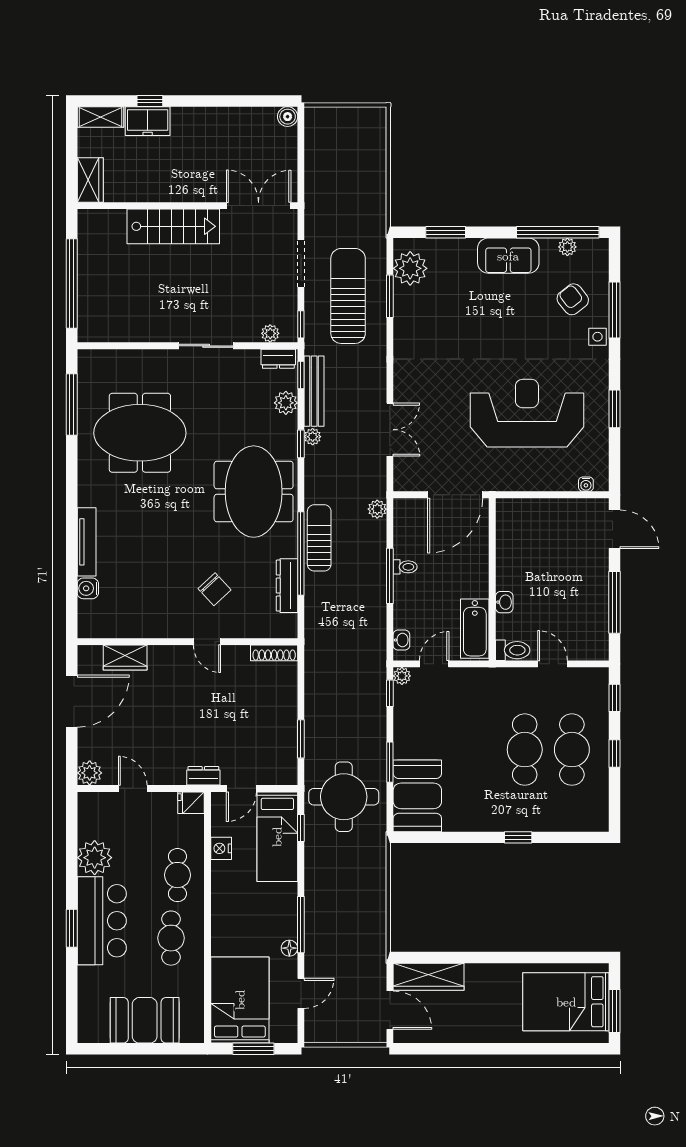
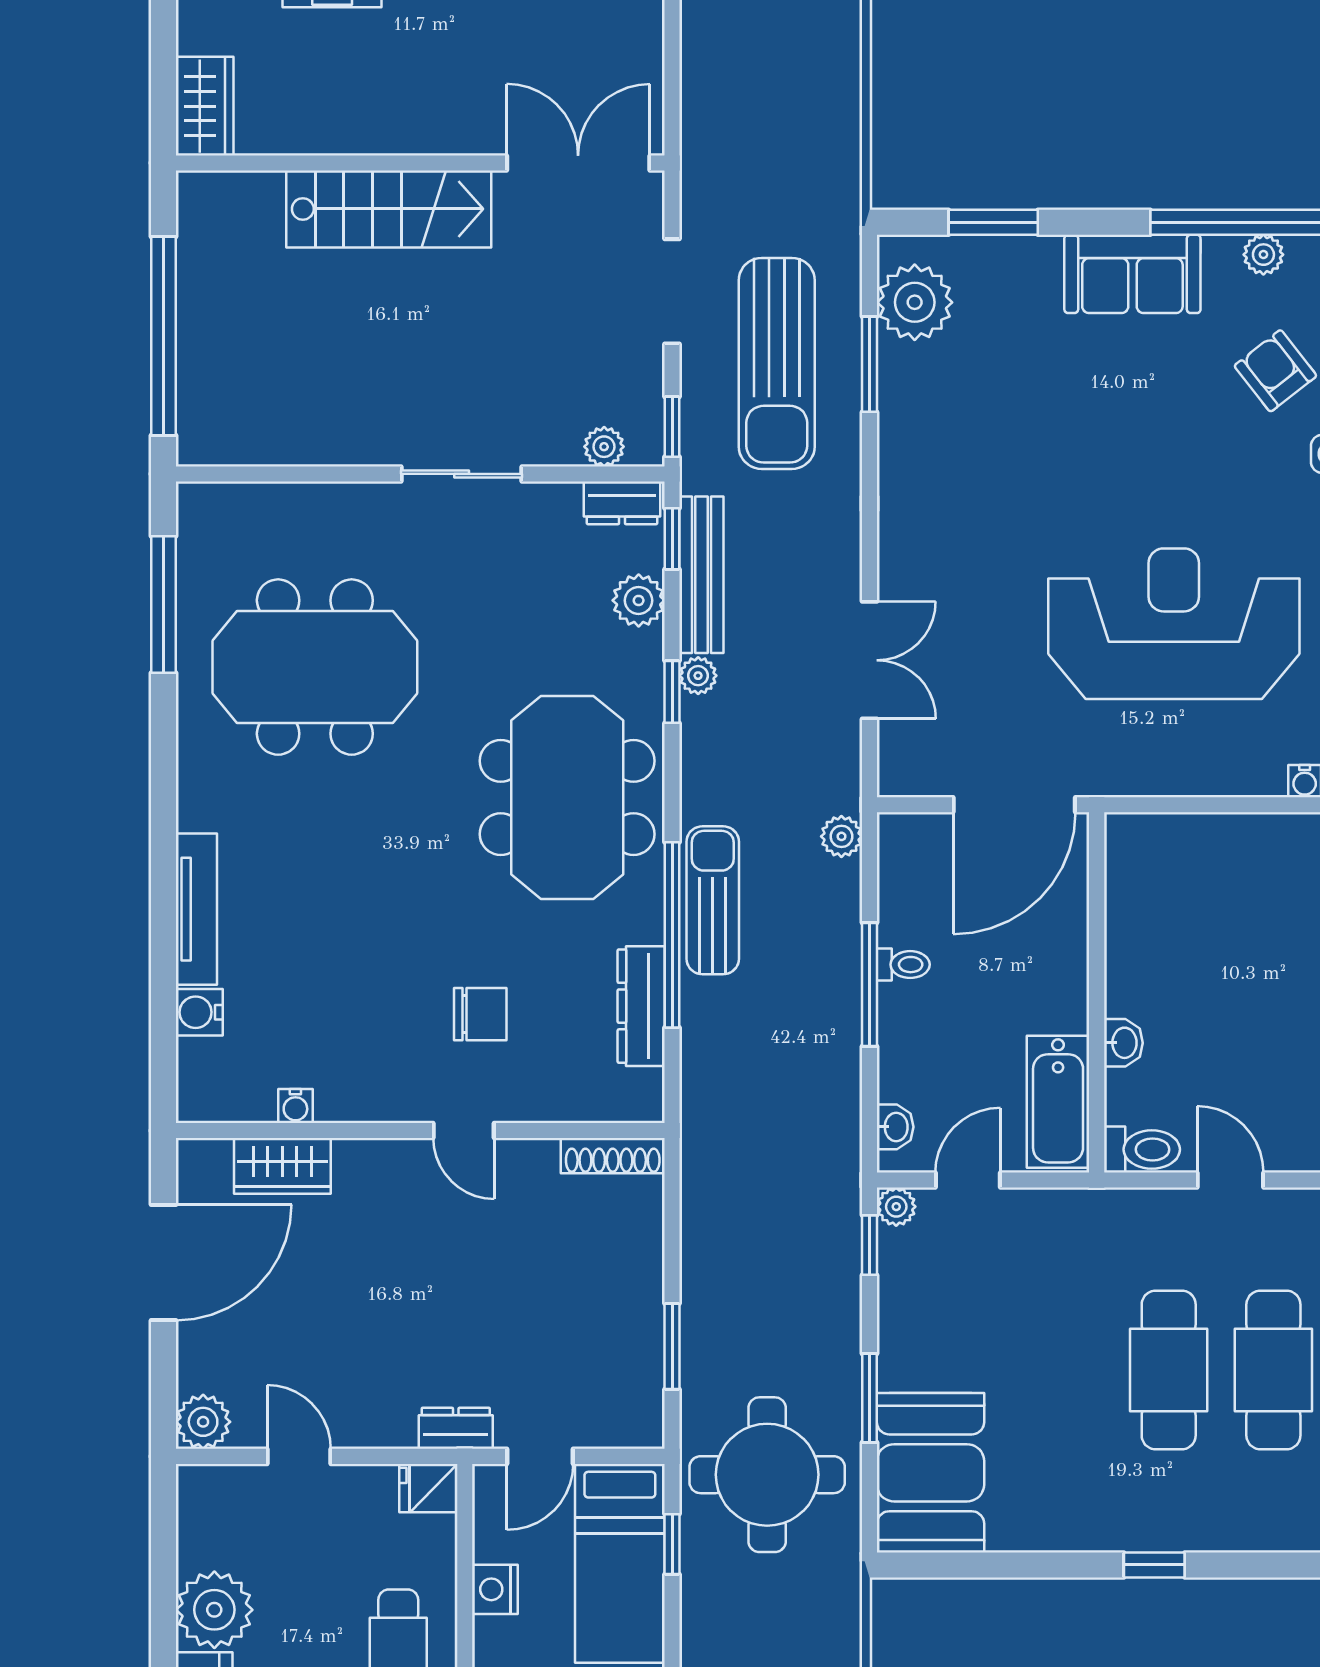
sun lounger: (348, 296) -> (777, 363), turned 180
chair: (214, 589) -> (480, 1014), turned -47
water cooler: (131, 631) -> (295, 1106), added

